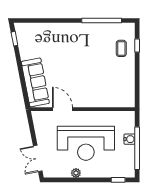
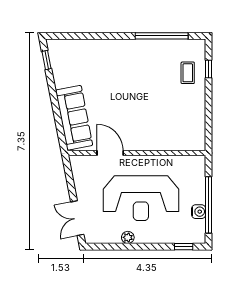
water cooler: (130, 139) -> (199, 212), moved

